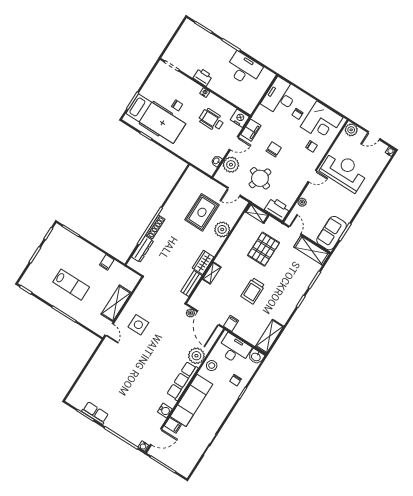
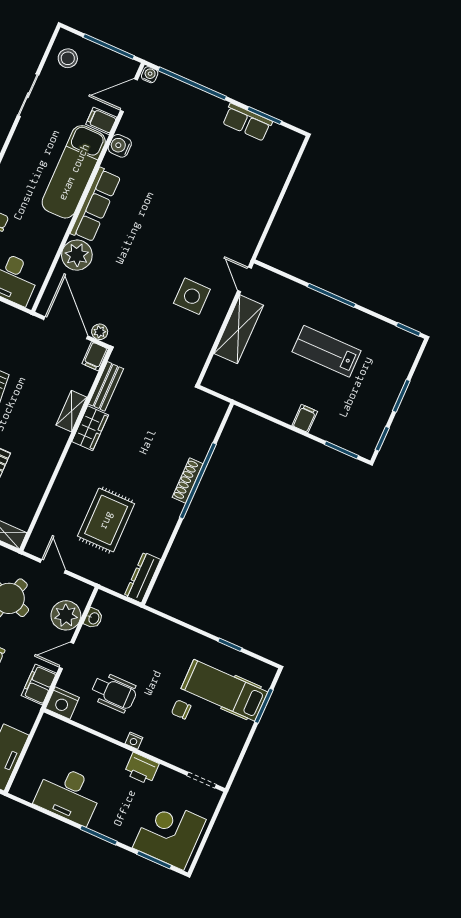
corner desk: (193, 40) -> (169, 834), added
hospital bed: (156, 119) -> (224, 690), width x0.73, depth x0.78
door: (234, 192) -> (53, 566), hinge flipped
plant: (222, 229) -> (64, 494), removed
dresser: (143, 249) -> (142, 578), moved
filing cabinet: (107, 262) -> (305, 418), moved
filing cabinet: (231, 323) -> (95, 356), moved
stool: (212, 366) -> (68, 58), moved

